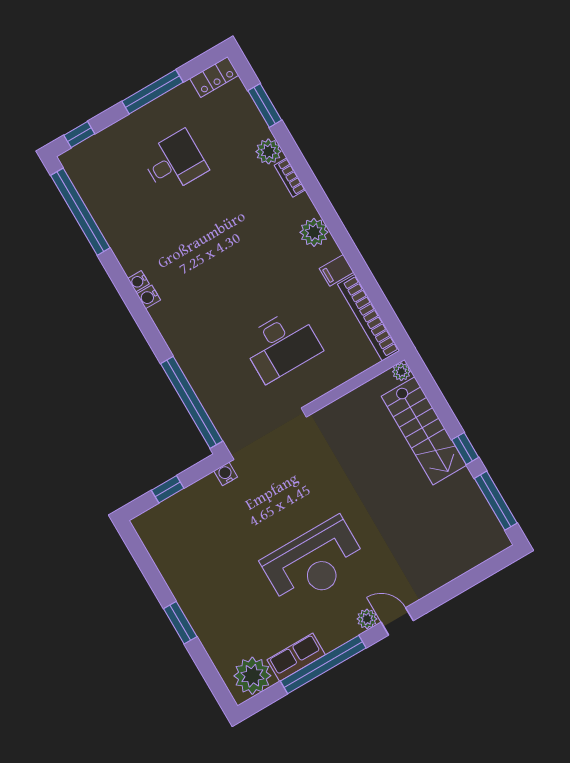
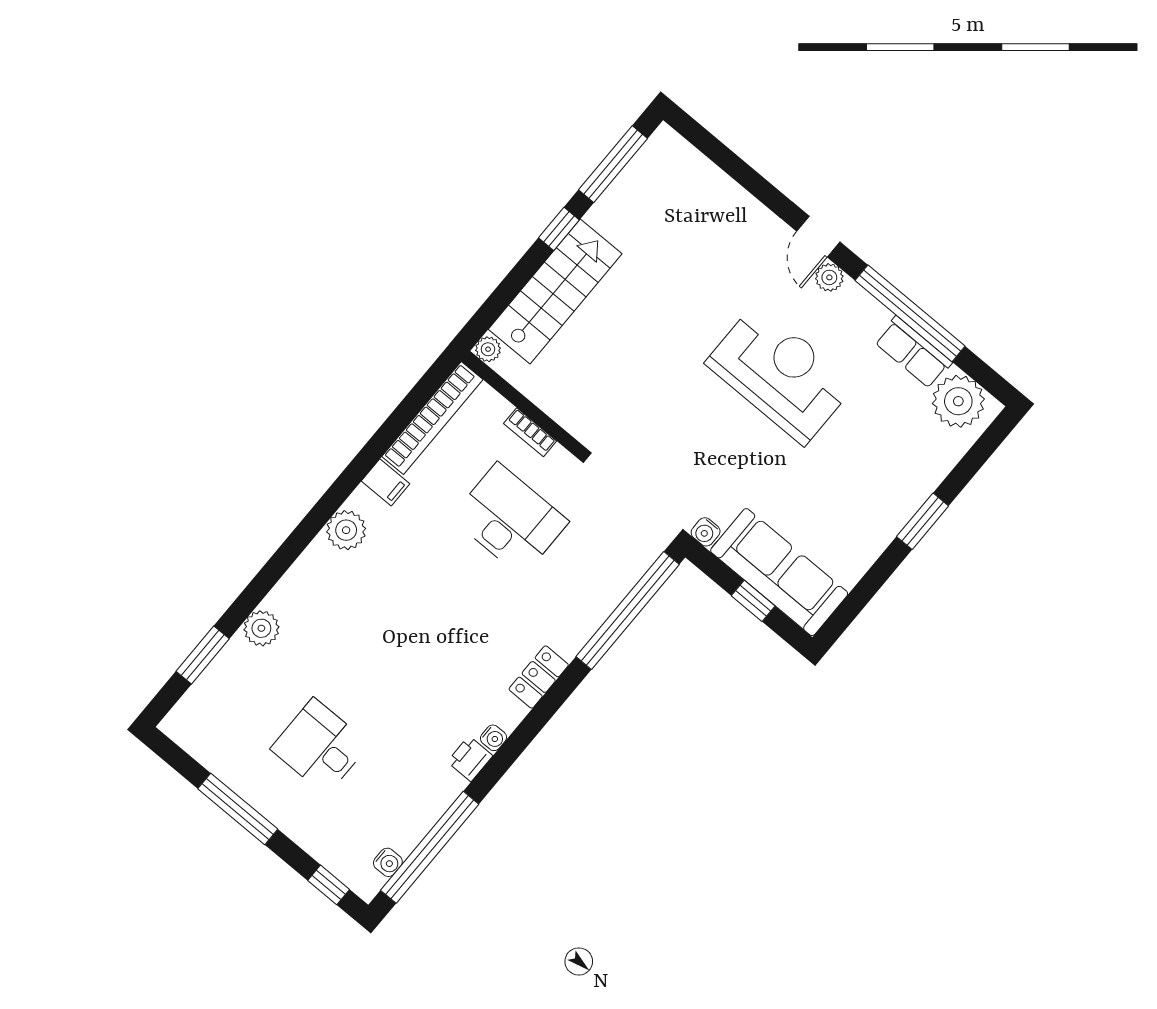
locker: (214, 77) -> (539, 677), moved, turned -90
bookcase: (290, 178) -> (530, 432), moved, turned 90
printer: (130, 260) -> (470, 759), added
water cooler: (149, 297) -> (388, 862), moved
sofa: (181, 514) -> (779, 572), added

